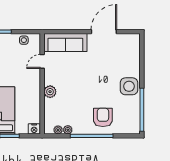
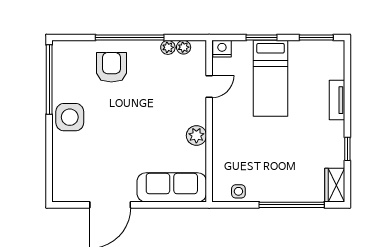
door: (42, 61) -> (209, 86), moved
plant: (50, 92) -> (196, 136), moved
armchair: (103, 117) -> (111, 67), turned 180

